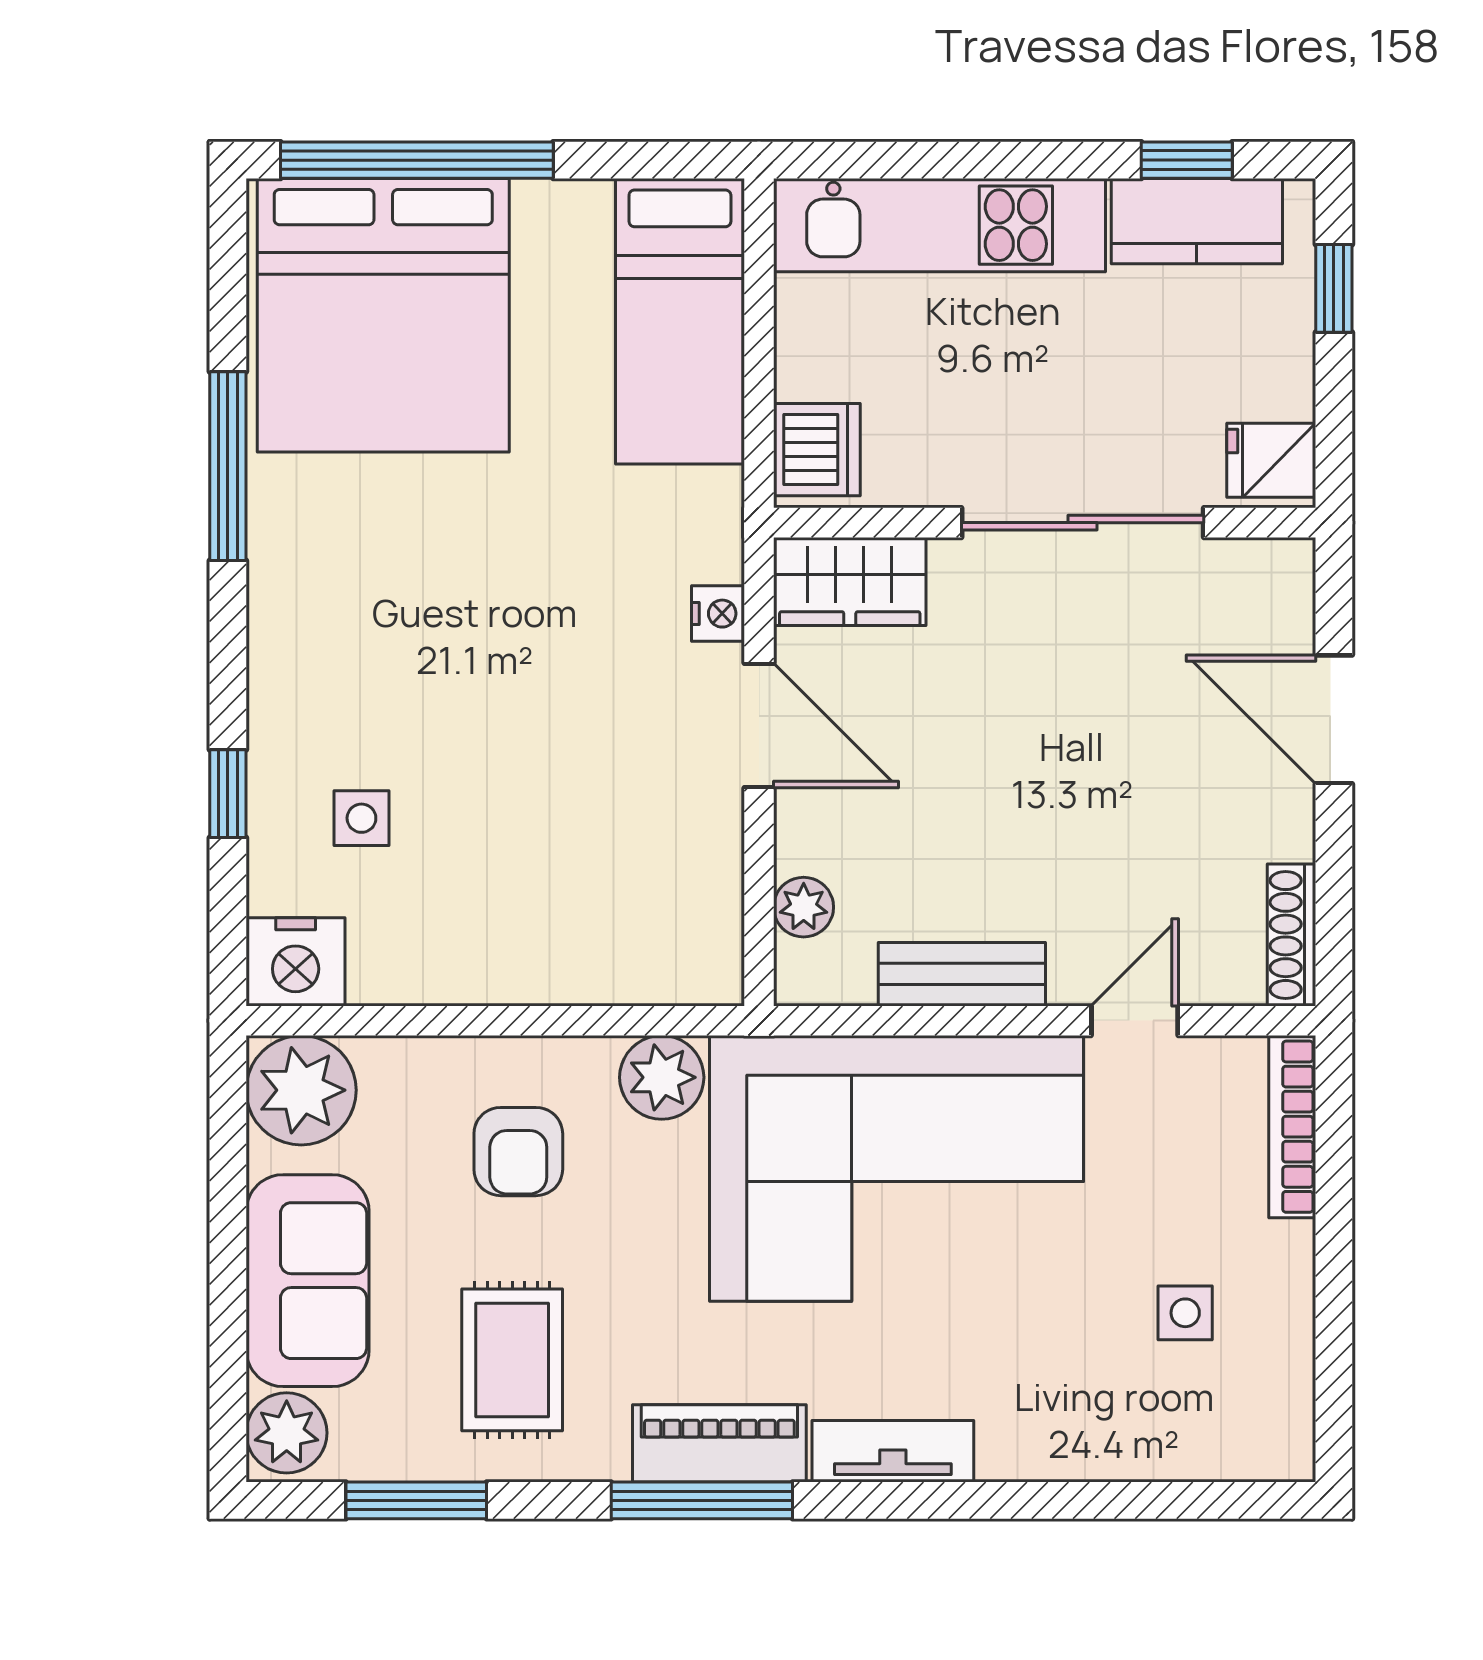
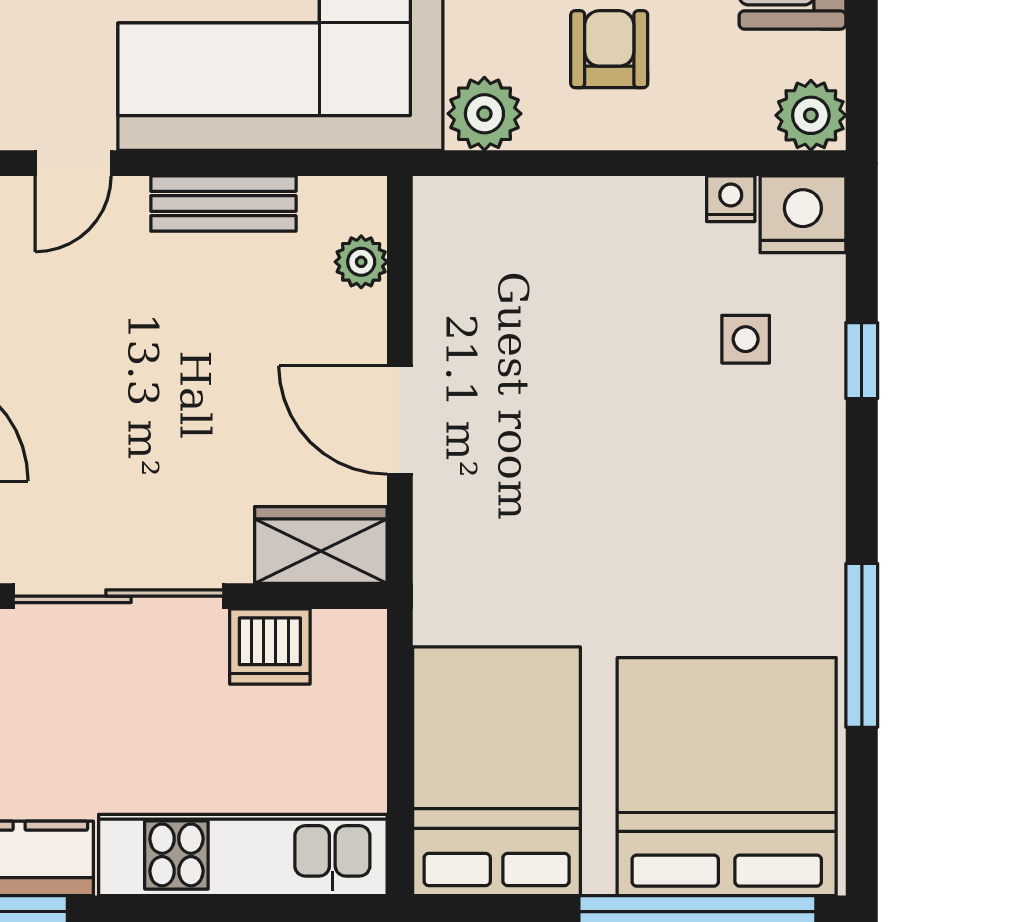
bed: (680, 321) -> (497, 771), width x1.50
dishwasher: (817, 450) -> (270, 647), moved, turned -90
nightstand: (718, 614) -> (731, 199), moved, turned 90
plant: (301, 1090) -> (811, 115), width x0.73, depth x0.73

